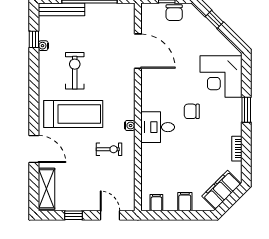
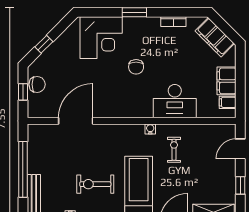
desk: (158, 127) -> (175, 101), moved, width x1.37
filing cabinet: (185, 202) -> (226, 81), width x2.00

